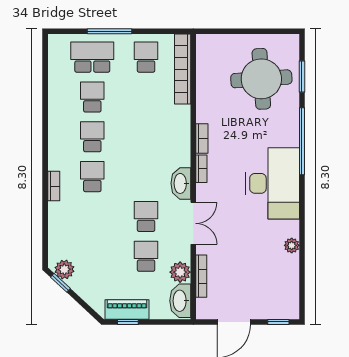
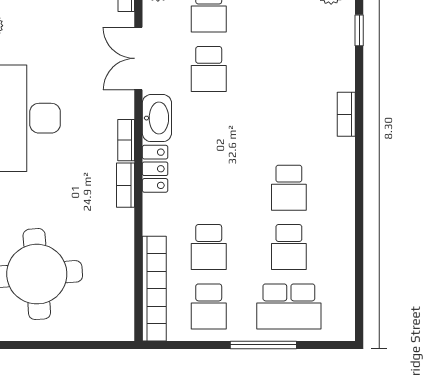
locker: (182, 149) -> (155, 169), added
school desk: (92, 177) -> (209, 247), moved
window: (45, 242) -> (359, 30), added

